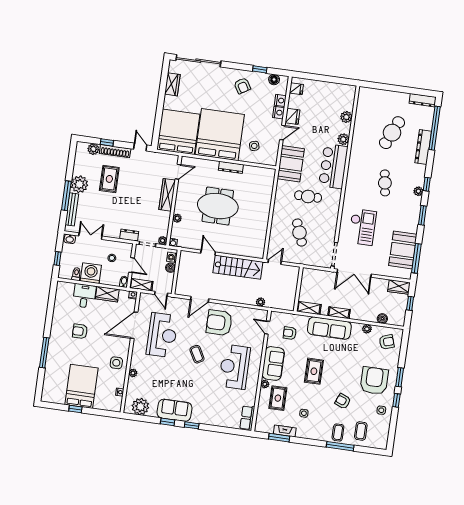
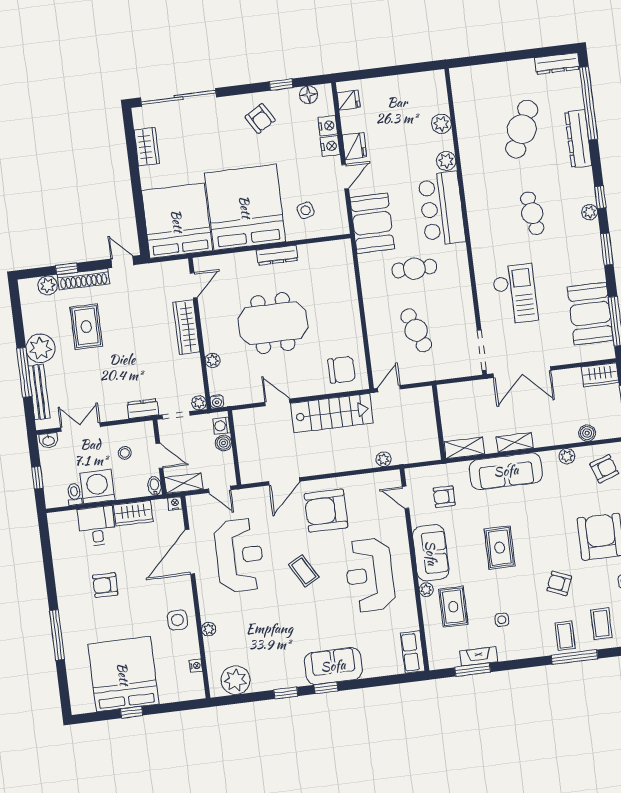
chair: (250, 244) -> (342, 370), added
bed: (82, 386) -> (123, 674), width x1.36
sofa: (174, 410) -> (333, 666), moved

